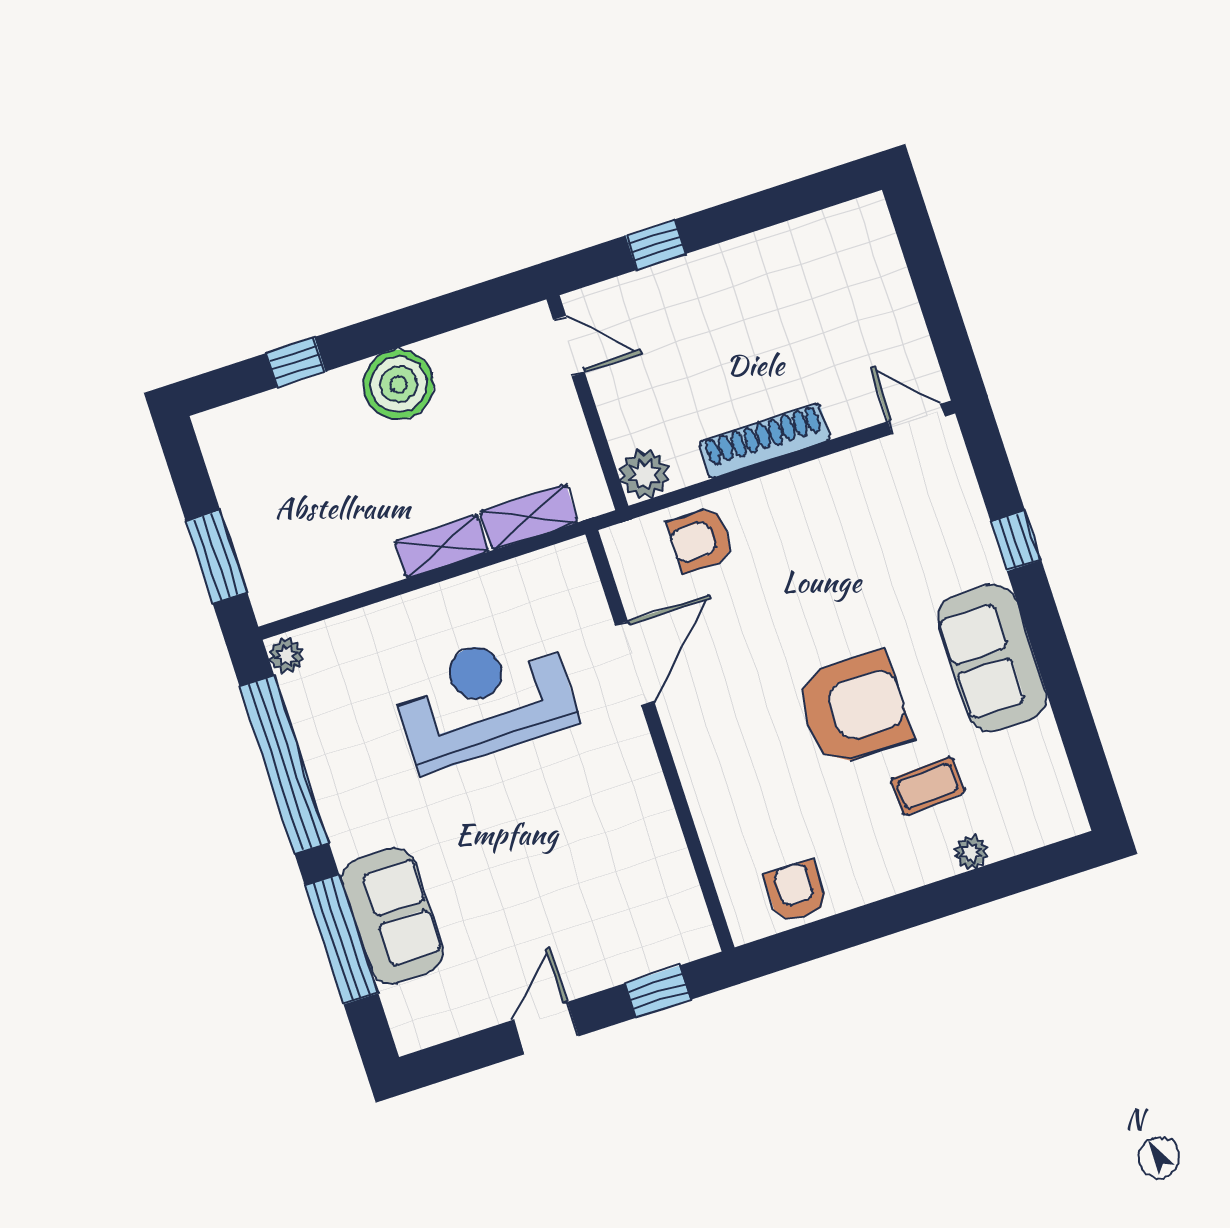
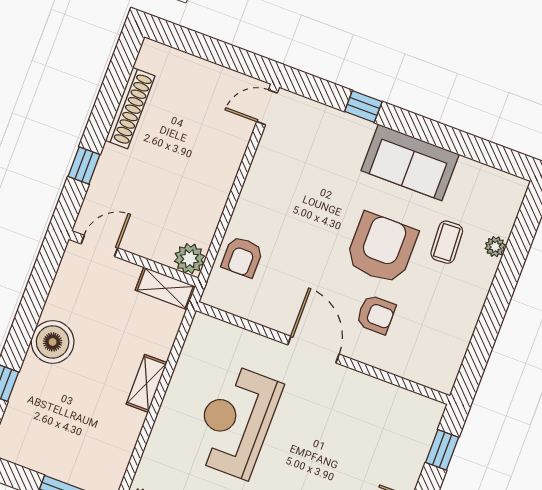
shoe rack: (765, 441) -> (130, 108), moved, turned 180
shelving: (529, 517) -> (165, 288), moved, turned 90
door: (635, 664) -> (313, 350), moved
armchair: (796, 891) -> (376, 314), moved, turned 180

